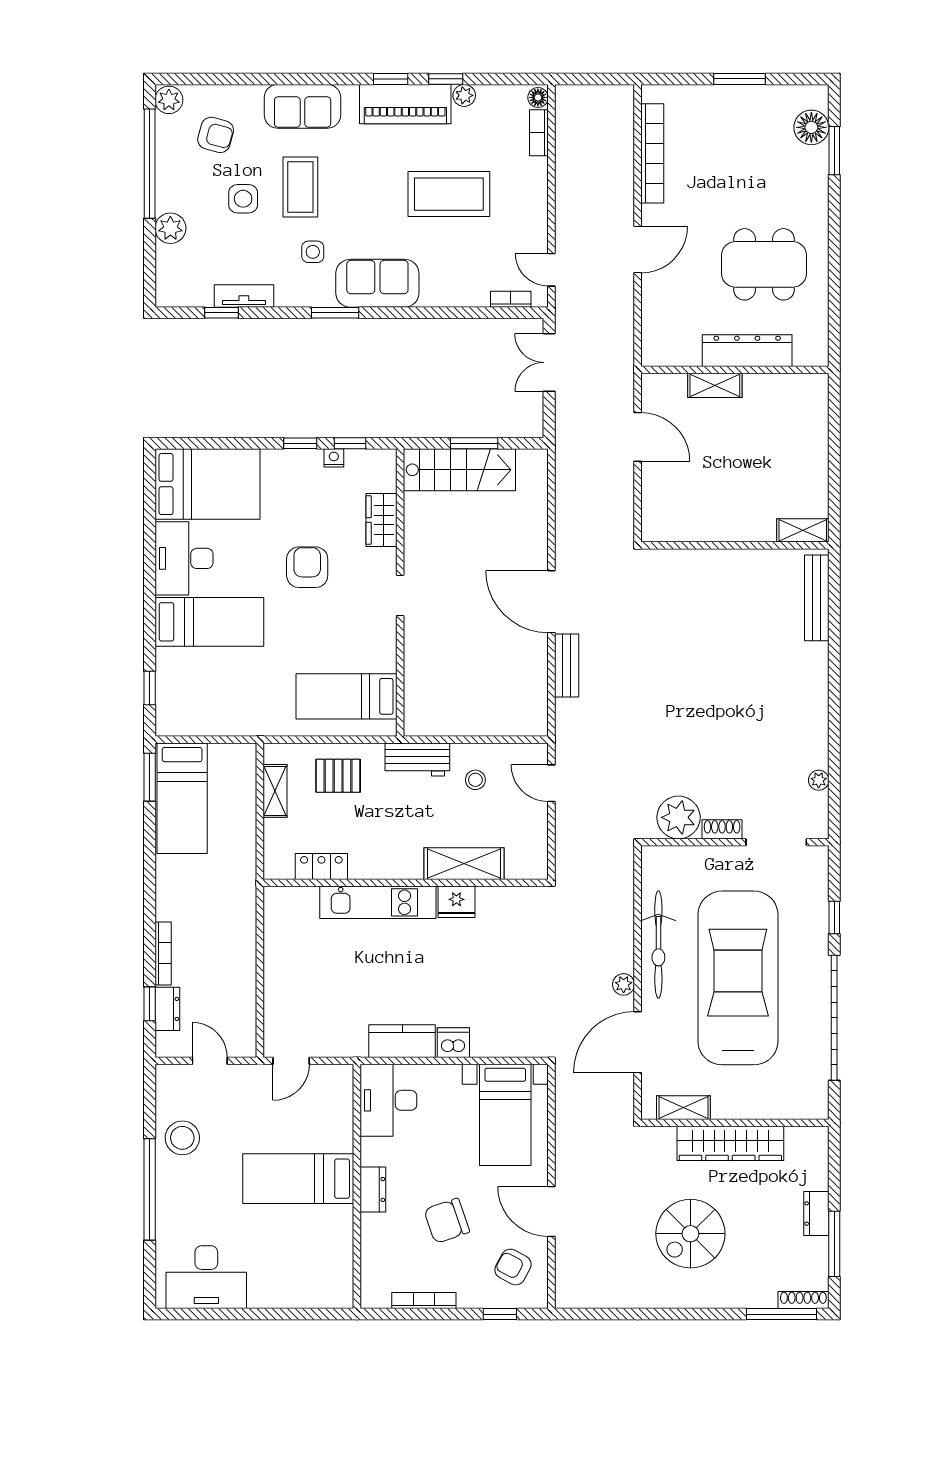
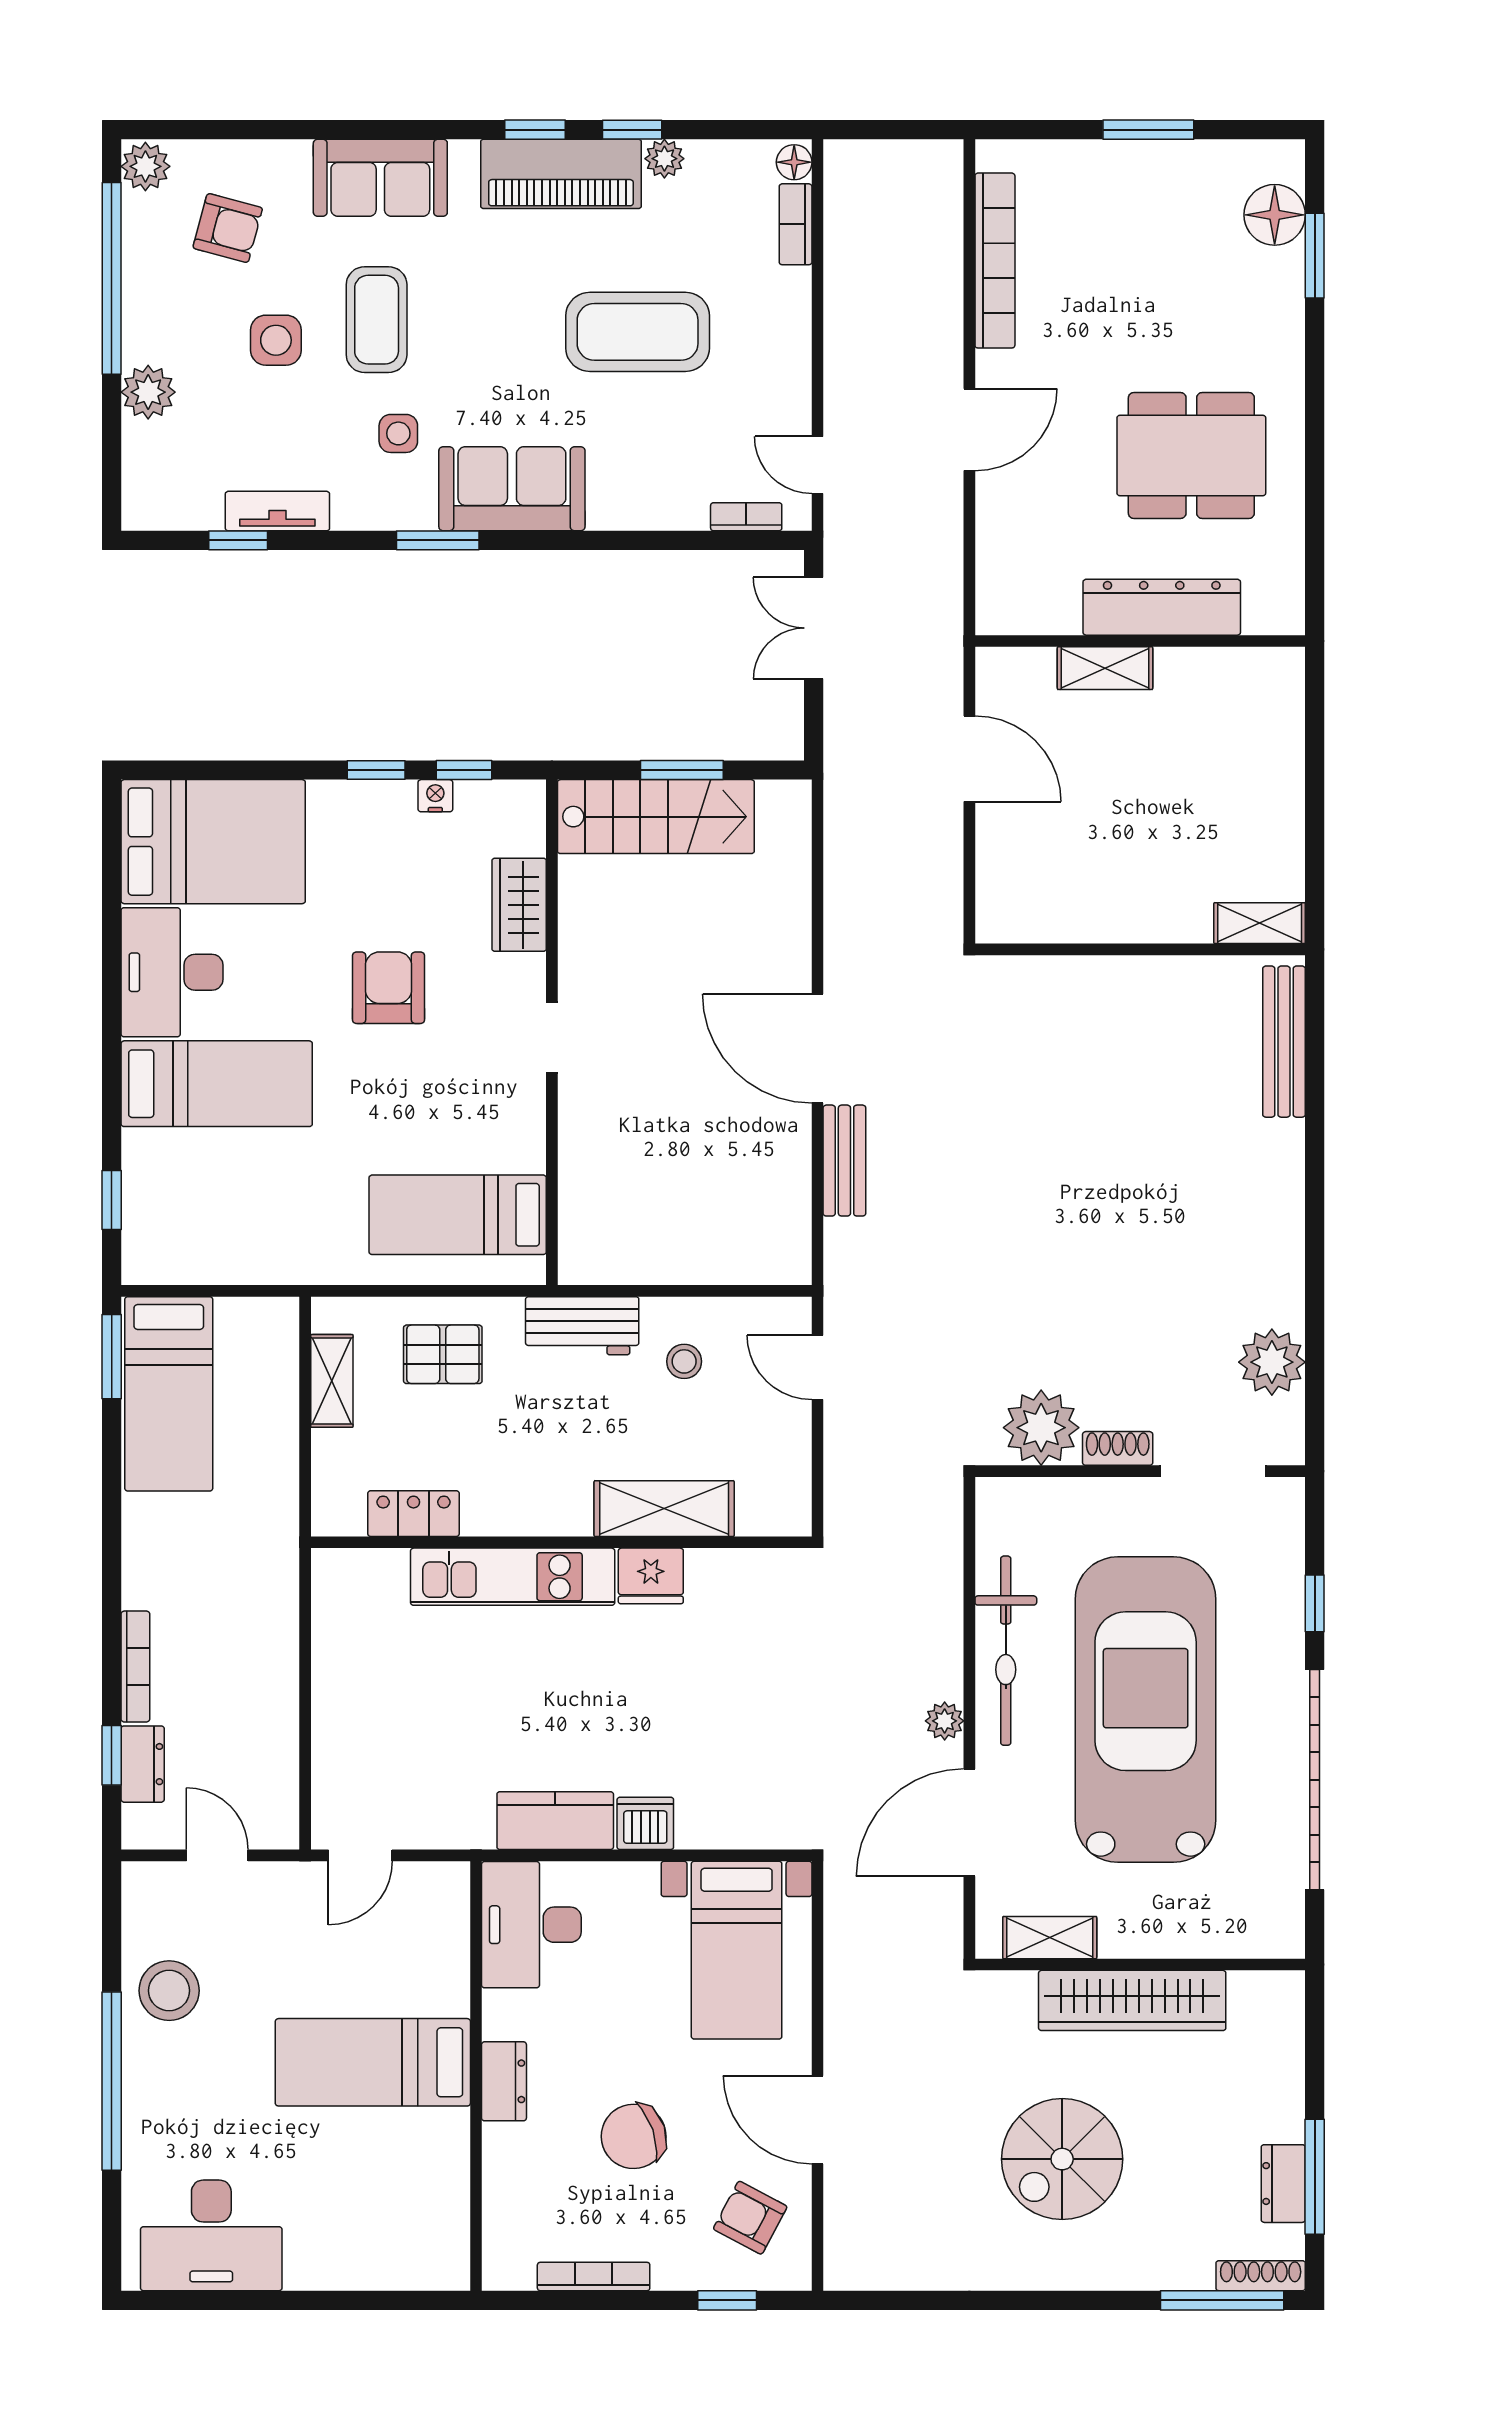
plant: (819, 780) -> (1272, 1362), width x1.87, depth x1.87
dresser: (816, 1214) -> (1283, 2184), moved

